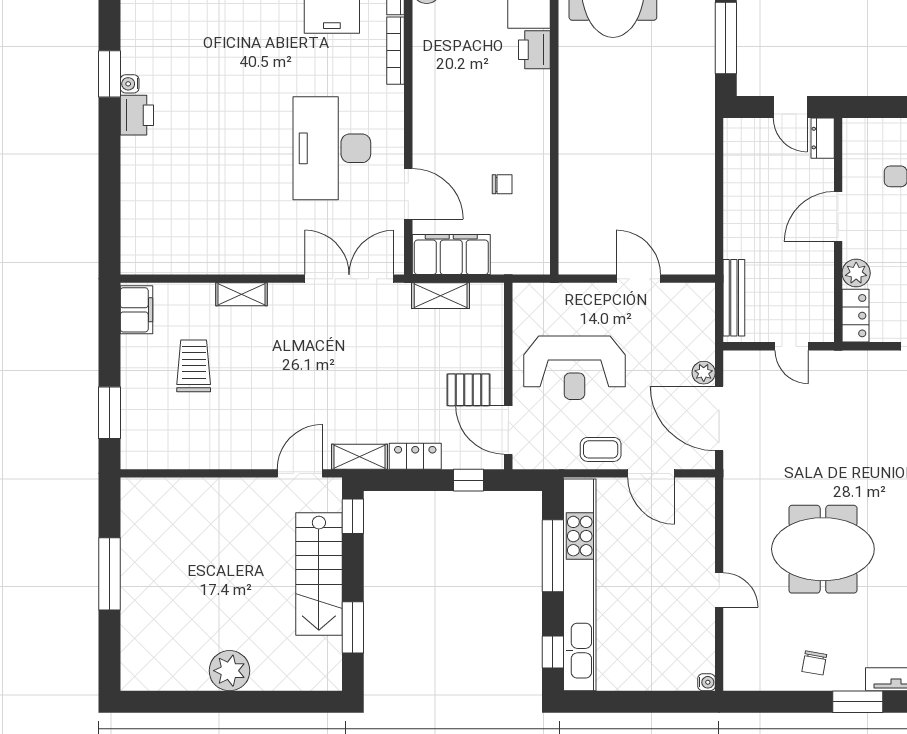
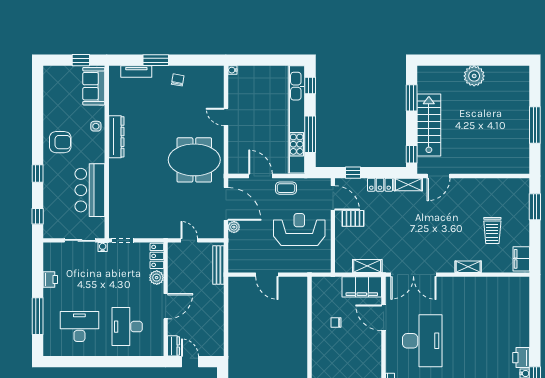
meeting table: (823, 549) -> (194, 160), moved

